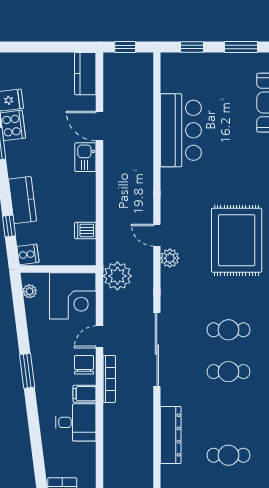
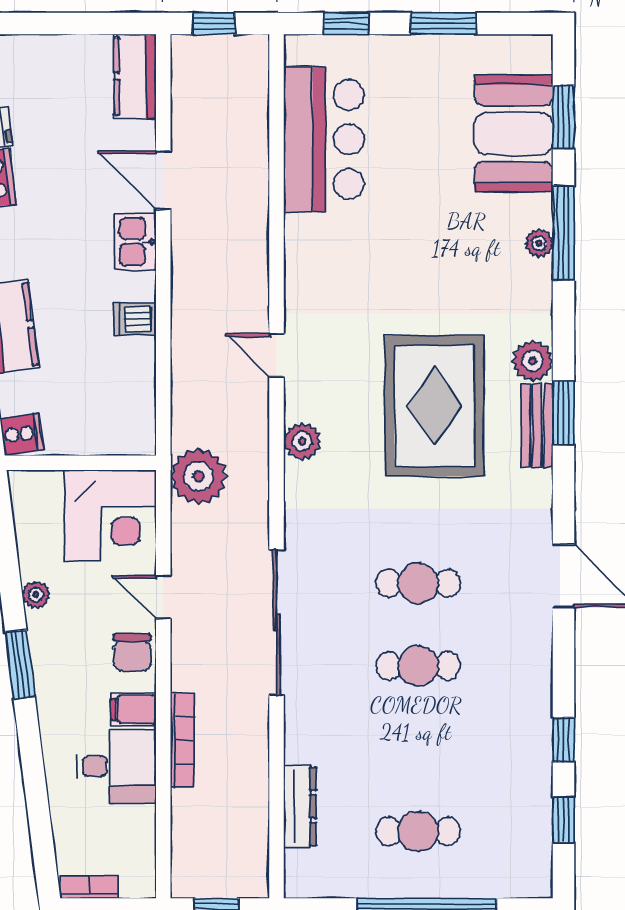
bar counter: (181, 130) -> (324, 139), moved
dishwasher: (85, 230) -> (135, 319), moved
door: (157, 235) -> (277, 355), moved
plant: (30, 291) -> (36, 595), moved
door: (100, 337) -> (163, 597), hinge flipped
chair: (84, 365) -> (132, 652), turned 180
bookcase: (109, 379) -> (182, 740), moved
dresser: (171, 435) -> (300, 806), width x0.73, depth x0.80

